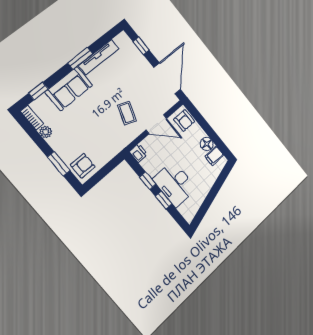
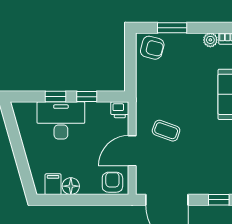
armchair: (184, 121) -> (112, 182), turned 90
armchair: (83, 166) -> (152, 48), turned -75

